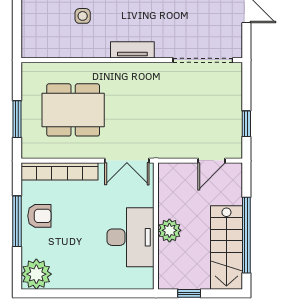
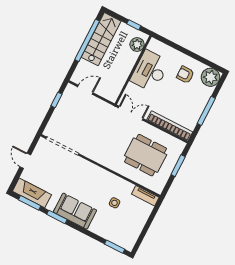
tv unit: (132, 50) -> (145, 196), moved
armchair: (39, 216) -> (185, 75), moved
plant: (169, 230) -> (137, 45), moved

